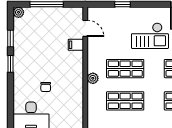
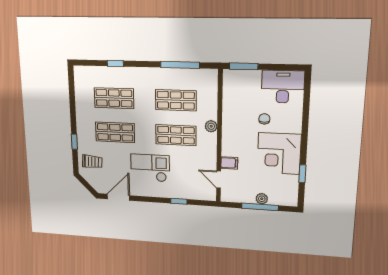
plant: (18, 12) -> (262, 199), moved
corner desk: (32, 56) -> (279, 154), added
window: (10, 64) -> (304, 146), removed

